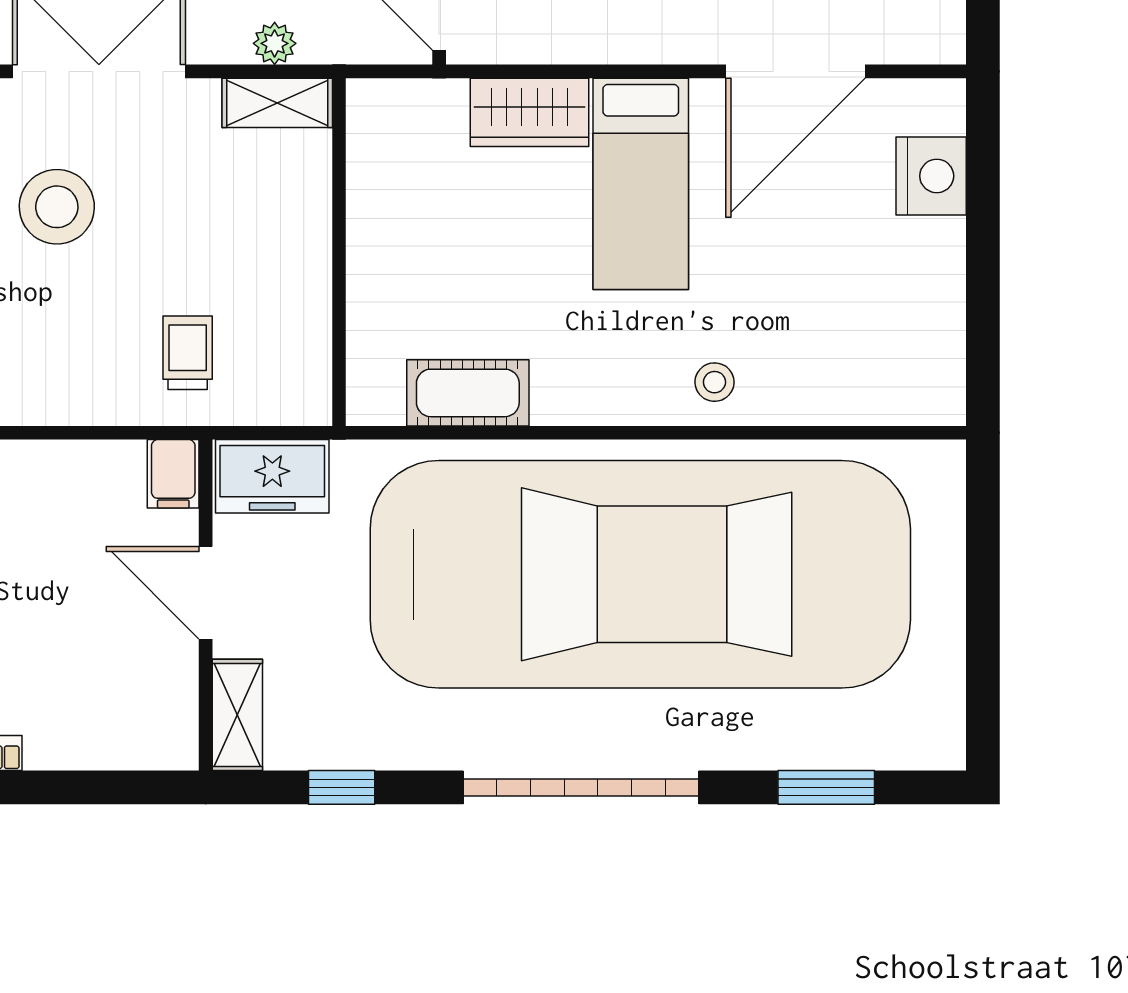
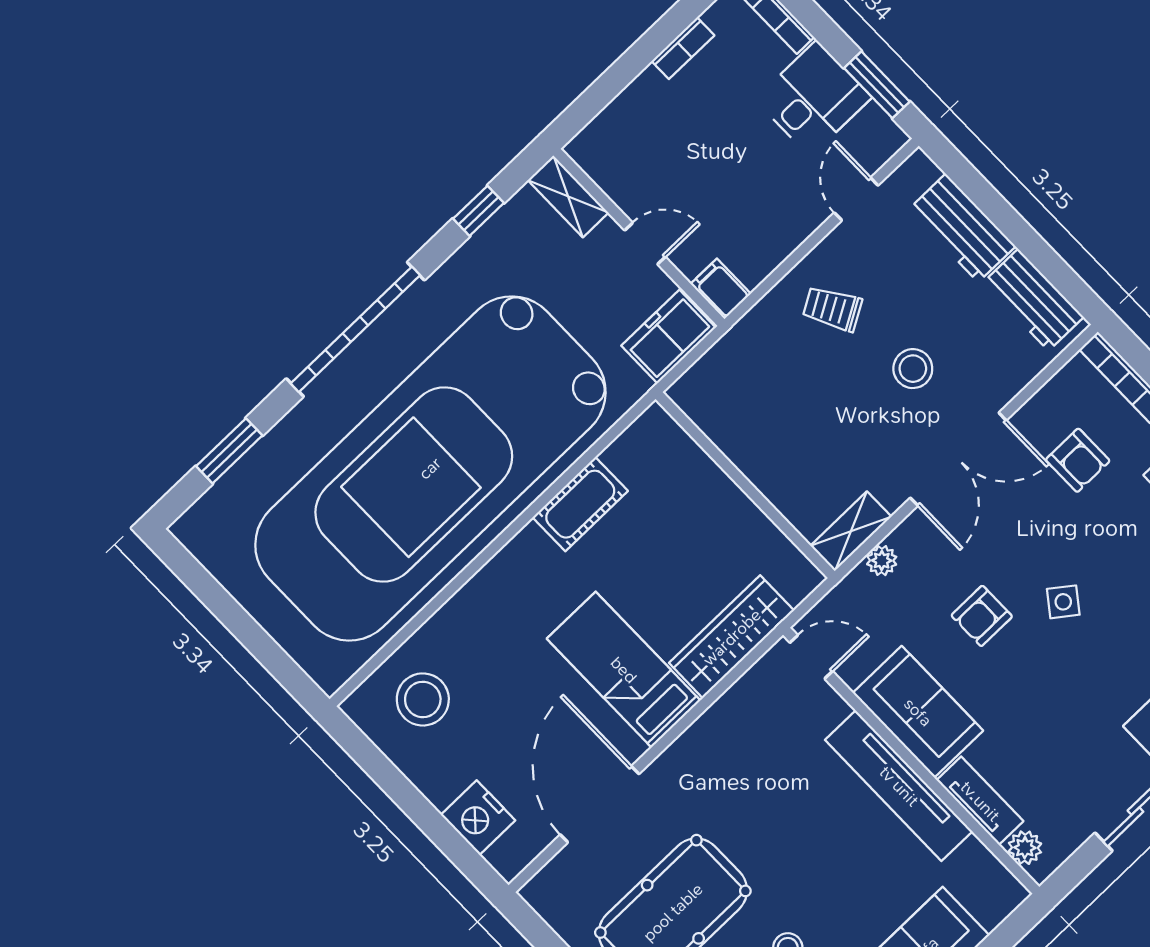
wardrobe: (529, 112) -> (732, 637), width x1.50
stool: (57, 207) -> (913, 369), width x0.73, depth x0.73
trolley: (188, 353) -> (832, 309), moved, turned 150
stool: (715, 382) -> (423, 699), moved, width x1.89, depth x1.89
cot: (468, 393) -> (580, 504), moved
door: (206, 593) -> (645, 244), width x0.73

